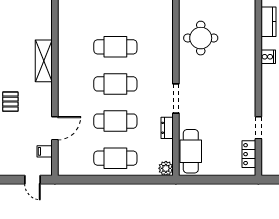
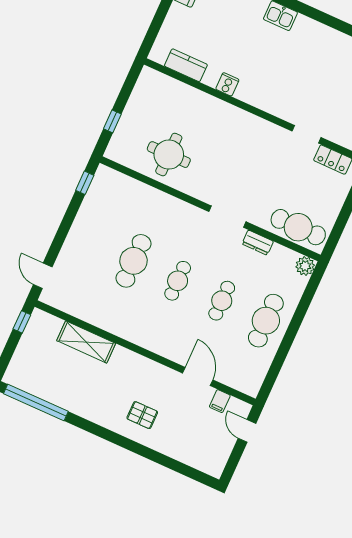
shelving: (44, 61) -> (86, 342), moved
cafe table: (115, 84) -> (178, 281), width x0.73, depth x0.74
cafe table: (115, 121) -> (222, 301), width x0.73, depth x0.74
door: (32, 180) -> (247, 431), swing flipped

